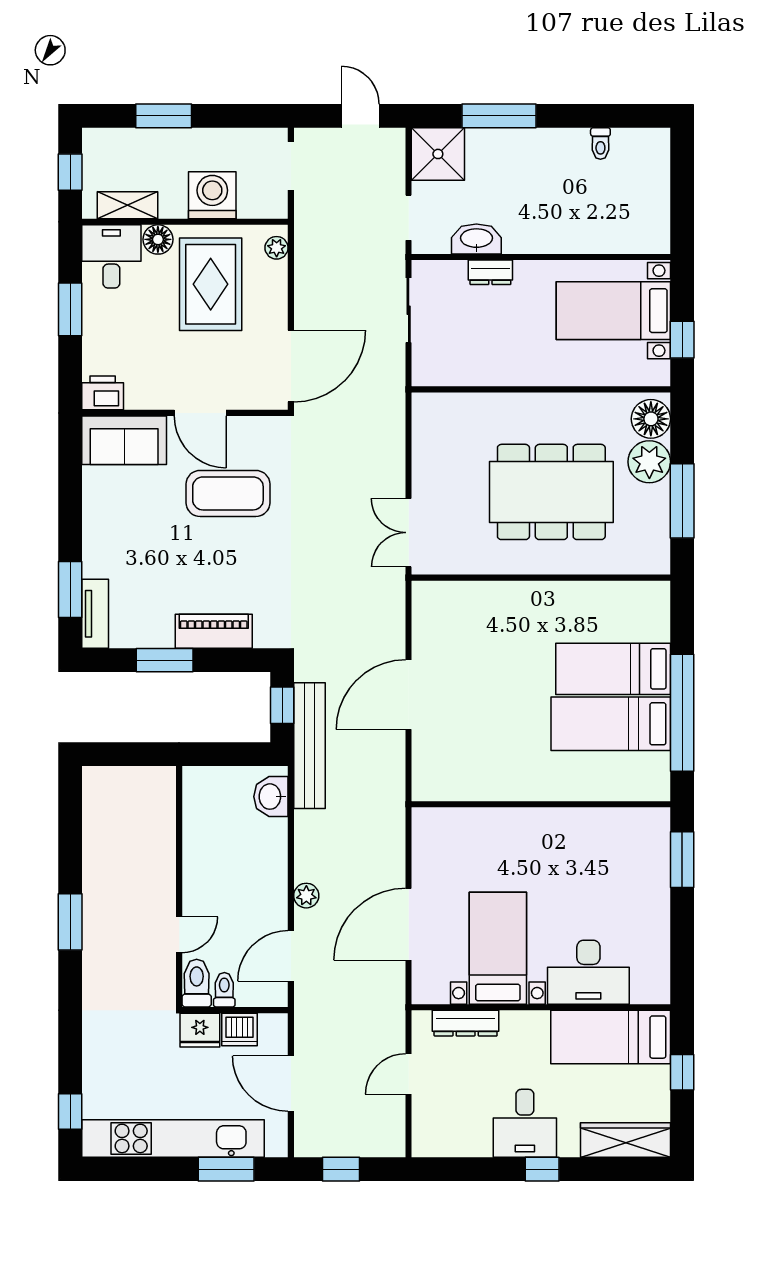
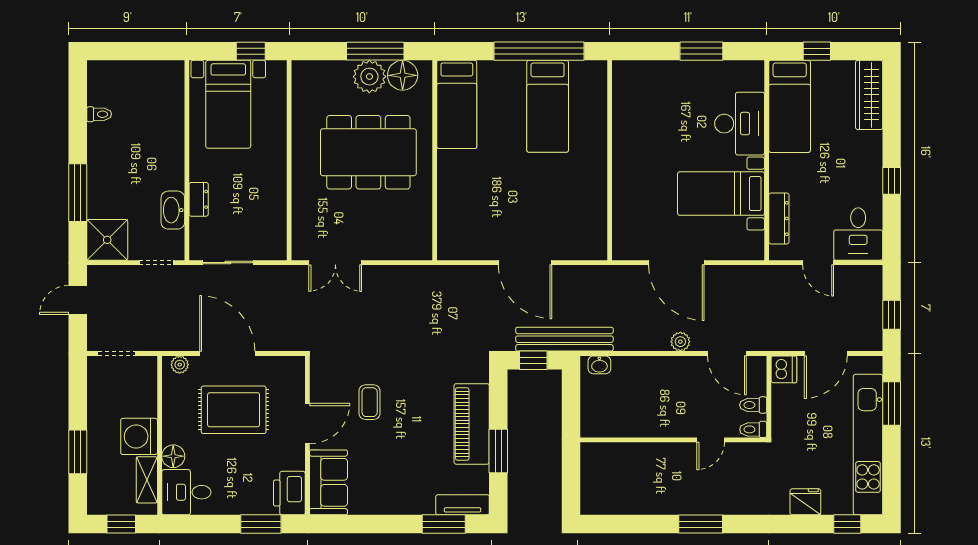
washing machine: (212, 195) -> (139, 436), moved
rug: (211, 284) -> (234, 410), moved
window: (70, 309) -> (261, 524), moved
door: (291, 366) -> (227, 354), moved
printer: (103, 393) -> (289, 493), width x1.37, depth x1.19
floor lamp: (651, 419) -> (403, 75), moved
plant: (649, 462) -> (369, 77), moved
dining table: (551, 492) -> (368, 152), turned 90
coffee table: (228, 493) -> (370, 402), width x0.54, depth x0.58
double door: (409, 533) -> (335, 263), moved
piano: (214, 631) -> (472, 424), width x1.37, depth x1.33
bed: (613, 669) -> (457, 104), moved
washbasin: (271, 797) -> (599, 365), width x0.72, depth x0.69
window: (682, 860) -> (701, 51), moved
door: (409, 924) -> (676, 263), moved
door: (179, 935) -> (711, 440), swing flipped
toilet: (197, 983) -> (753, 429), width x0.73, depth x0.72
fridge: (200, 1030) -> (805, 502), moved, turned -90
dishwasher: (239, 1030) -> (784, 369), moved
desk: (525, 1123) -> (858, 234), moved, turned 90
window: (542, 1169) -> (892, 181), moved

